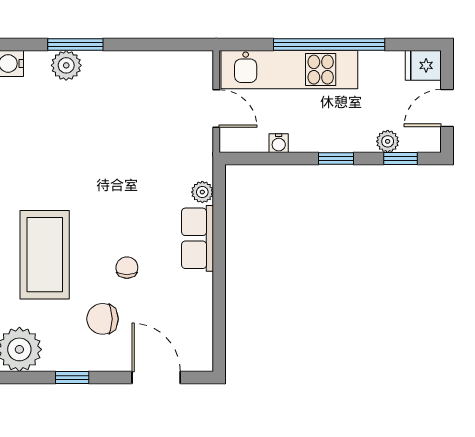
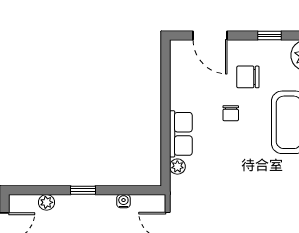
window: (400, 158) -> (37, 190), removed
chair: (103, 319) -> (248, 77), turned 180

